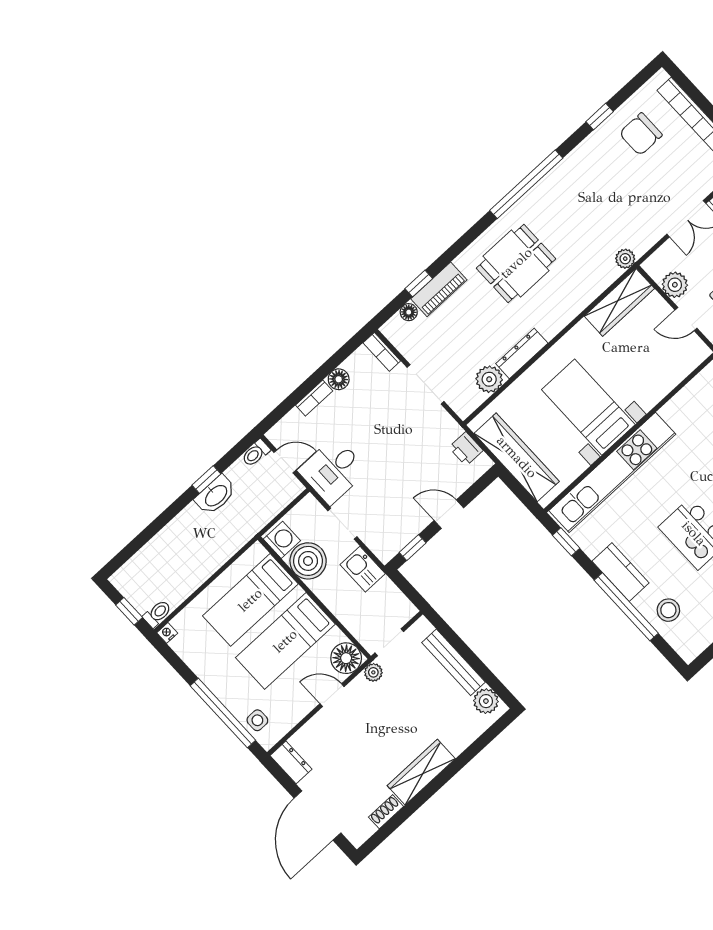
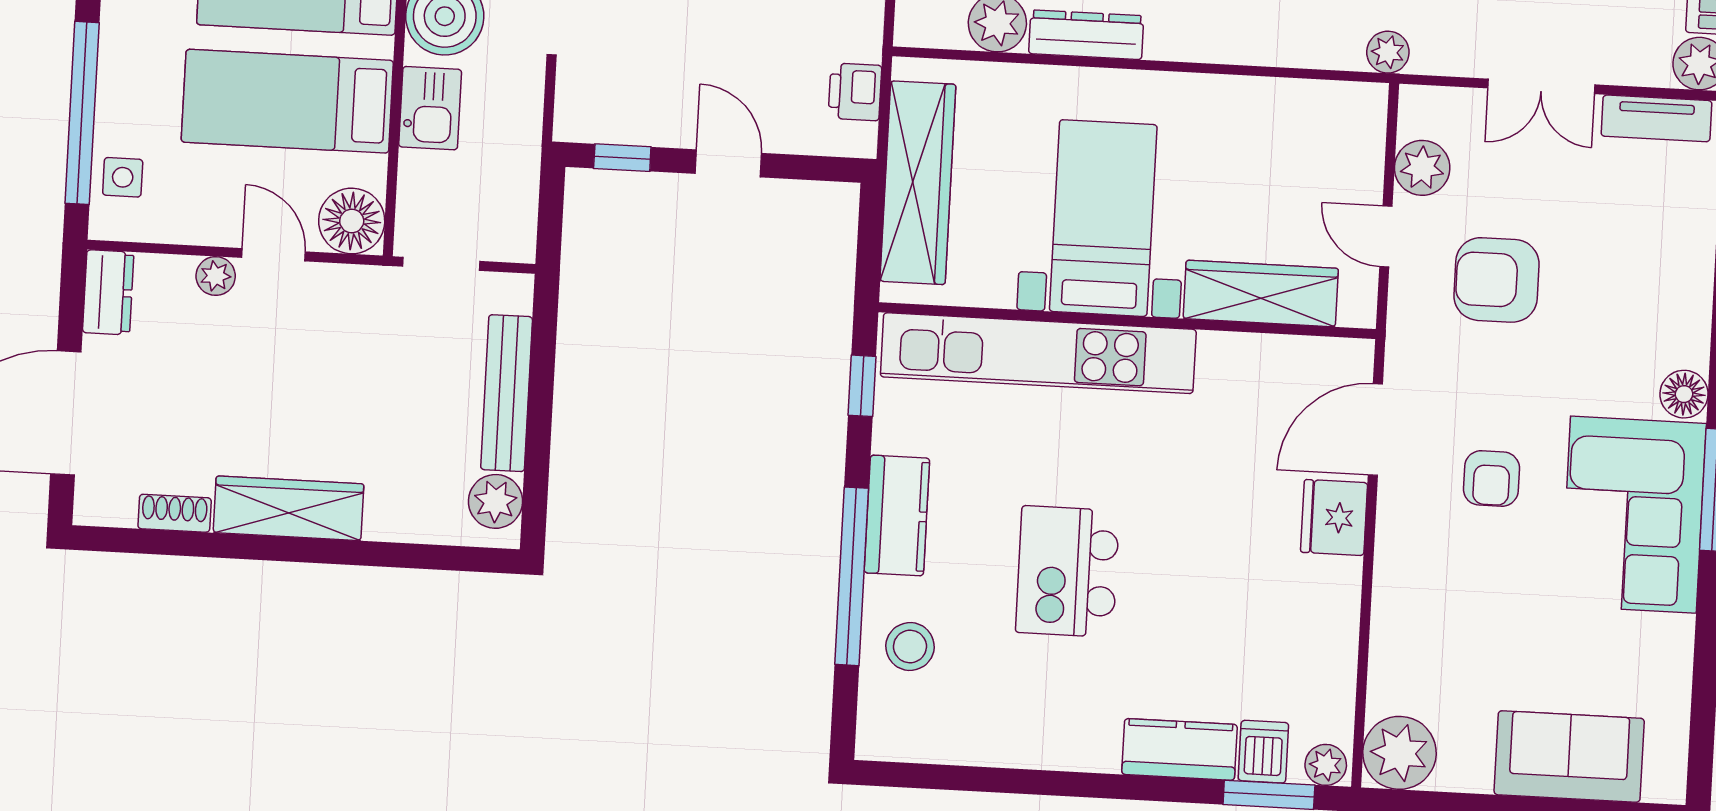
wardrobe: (619, 302) -> (1261, 293), moved, turned 180
kitchen sink: (363, 569) -> (430, 108), moved, turned 180
plant: (373, 672) -> (216, 276), moved

